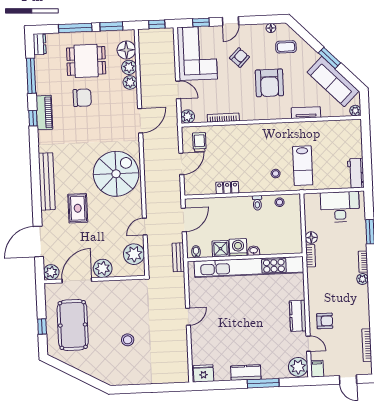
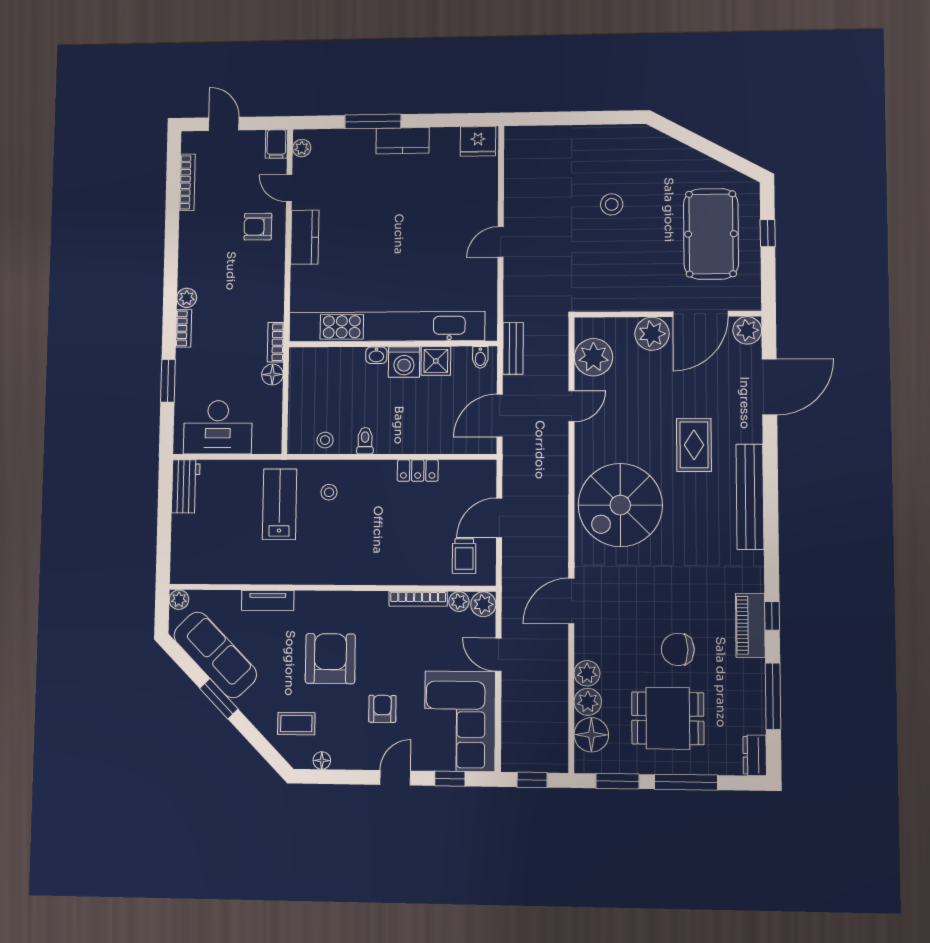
armchair: (239, 57) -> (382, 709), turned 136
plant: (201, 117) -> (459, 602), added
plant: (298, 367) -> (302, 148), width x0.53, depth x0.53

